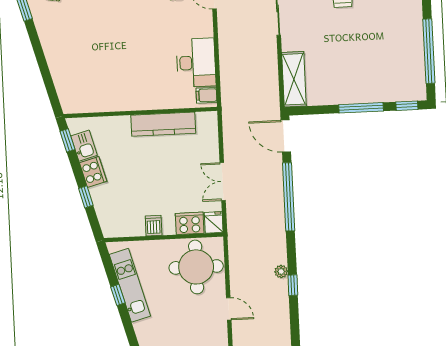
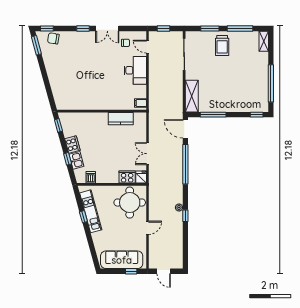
desk: (196, 63) -> (135, 70), moved
window: (361, 108) -> (213, 115), moved
kitchen counter: (163, 124) -> (121, 119), width x0.67
kitchen sink: (84, 146) -> (76, 160), moved
dishwasher: (154, 226) -> (91, 177), moved
door: (229, 309) -> (148, 228), hinge flipped

